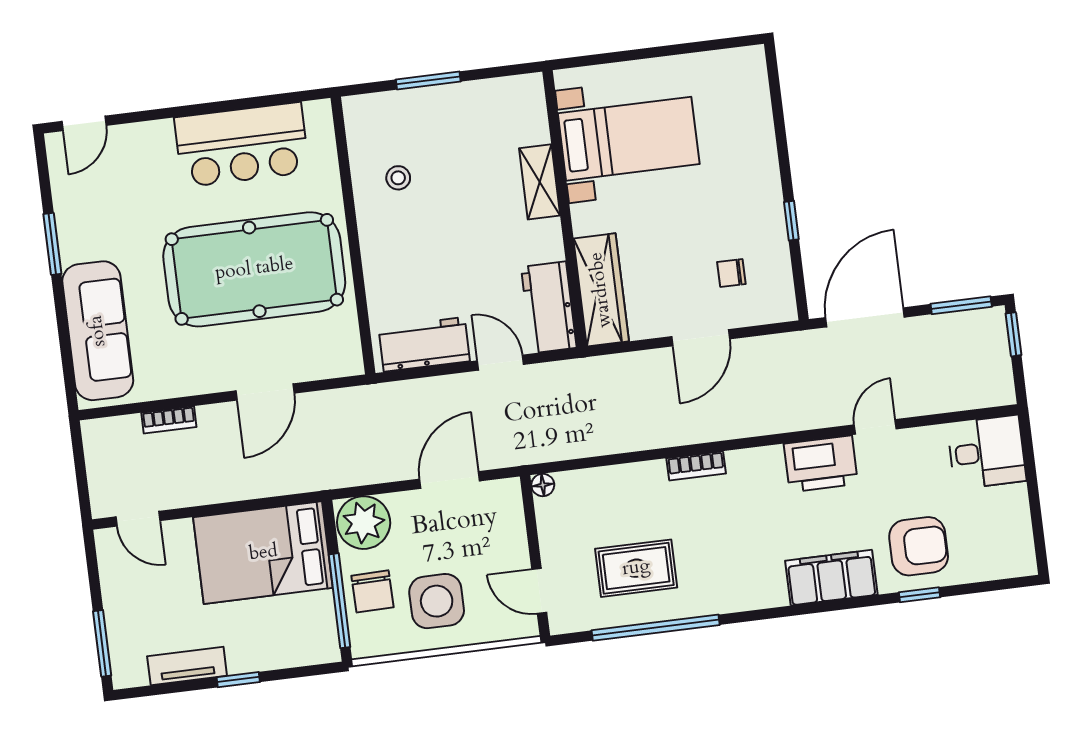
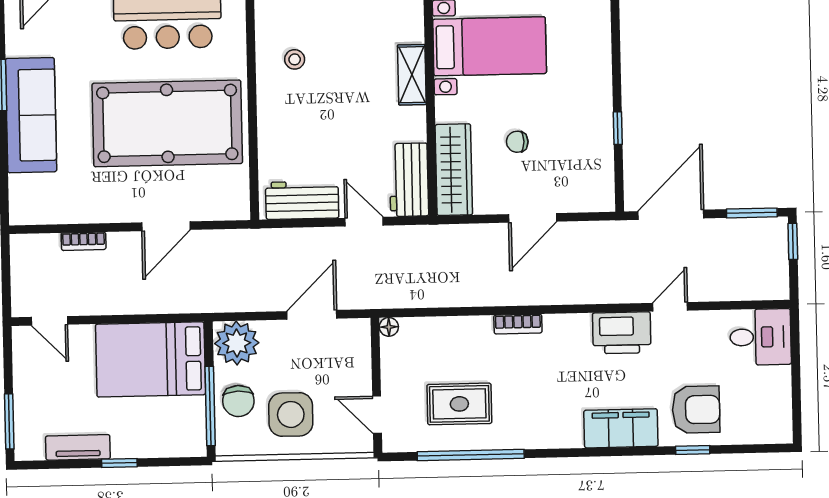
chair: (731, 273) -> (517, 142), moved
sofa: (98, 331) -> (31, 115), moved

